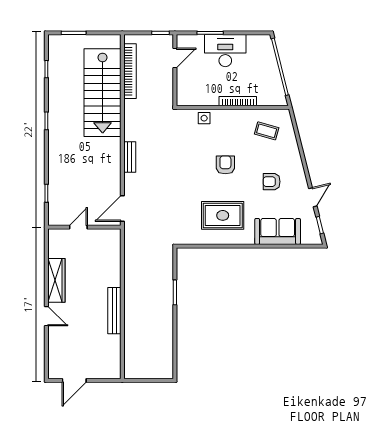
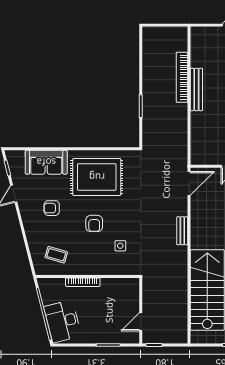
desk: (225, 51) -> (63, 321), moved, turned 76
bookcase: (130, 71) -> (182, 77), moved
side table: (204, 118) -> (120, 246), moved
armchair: (272, 182) -> (52, 208), turned 180
rug: (223, 215) -> (97, 177), width x1.37, depth x1.44

